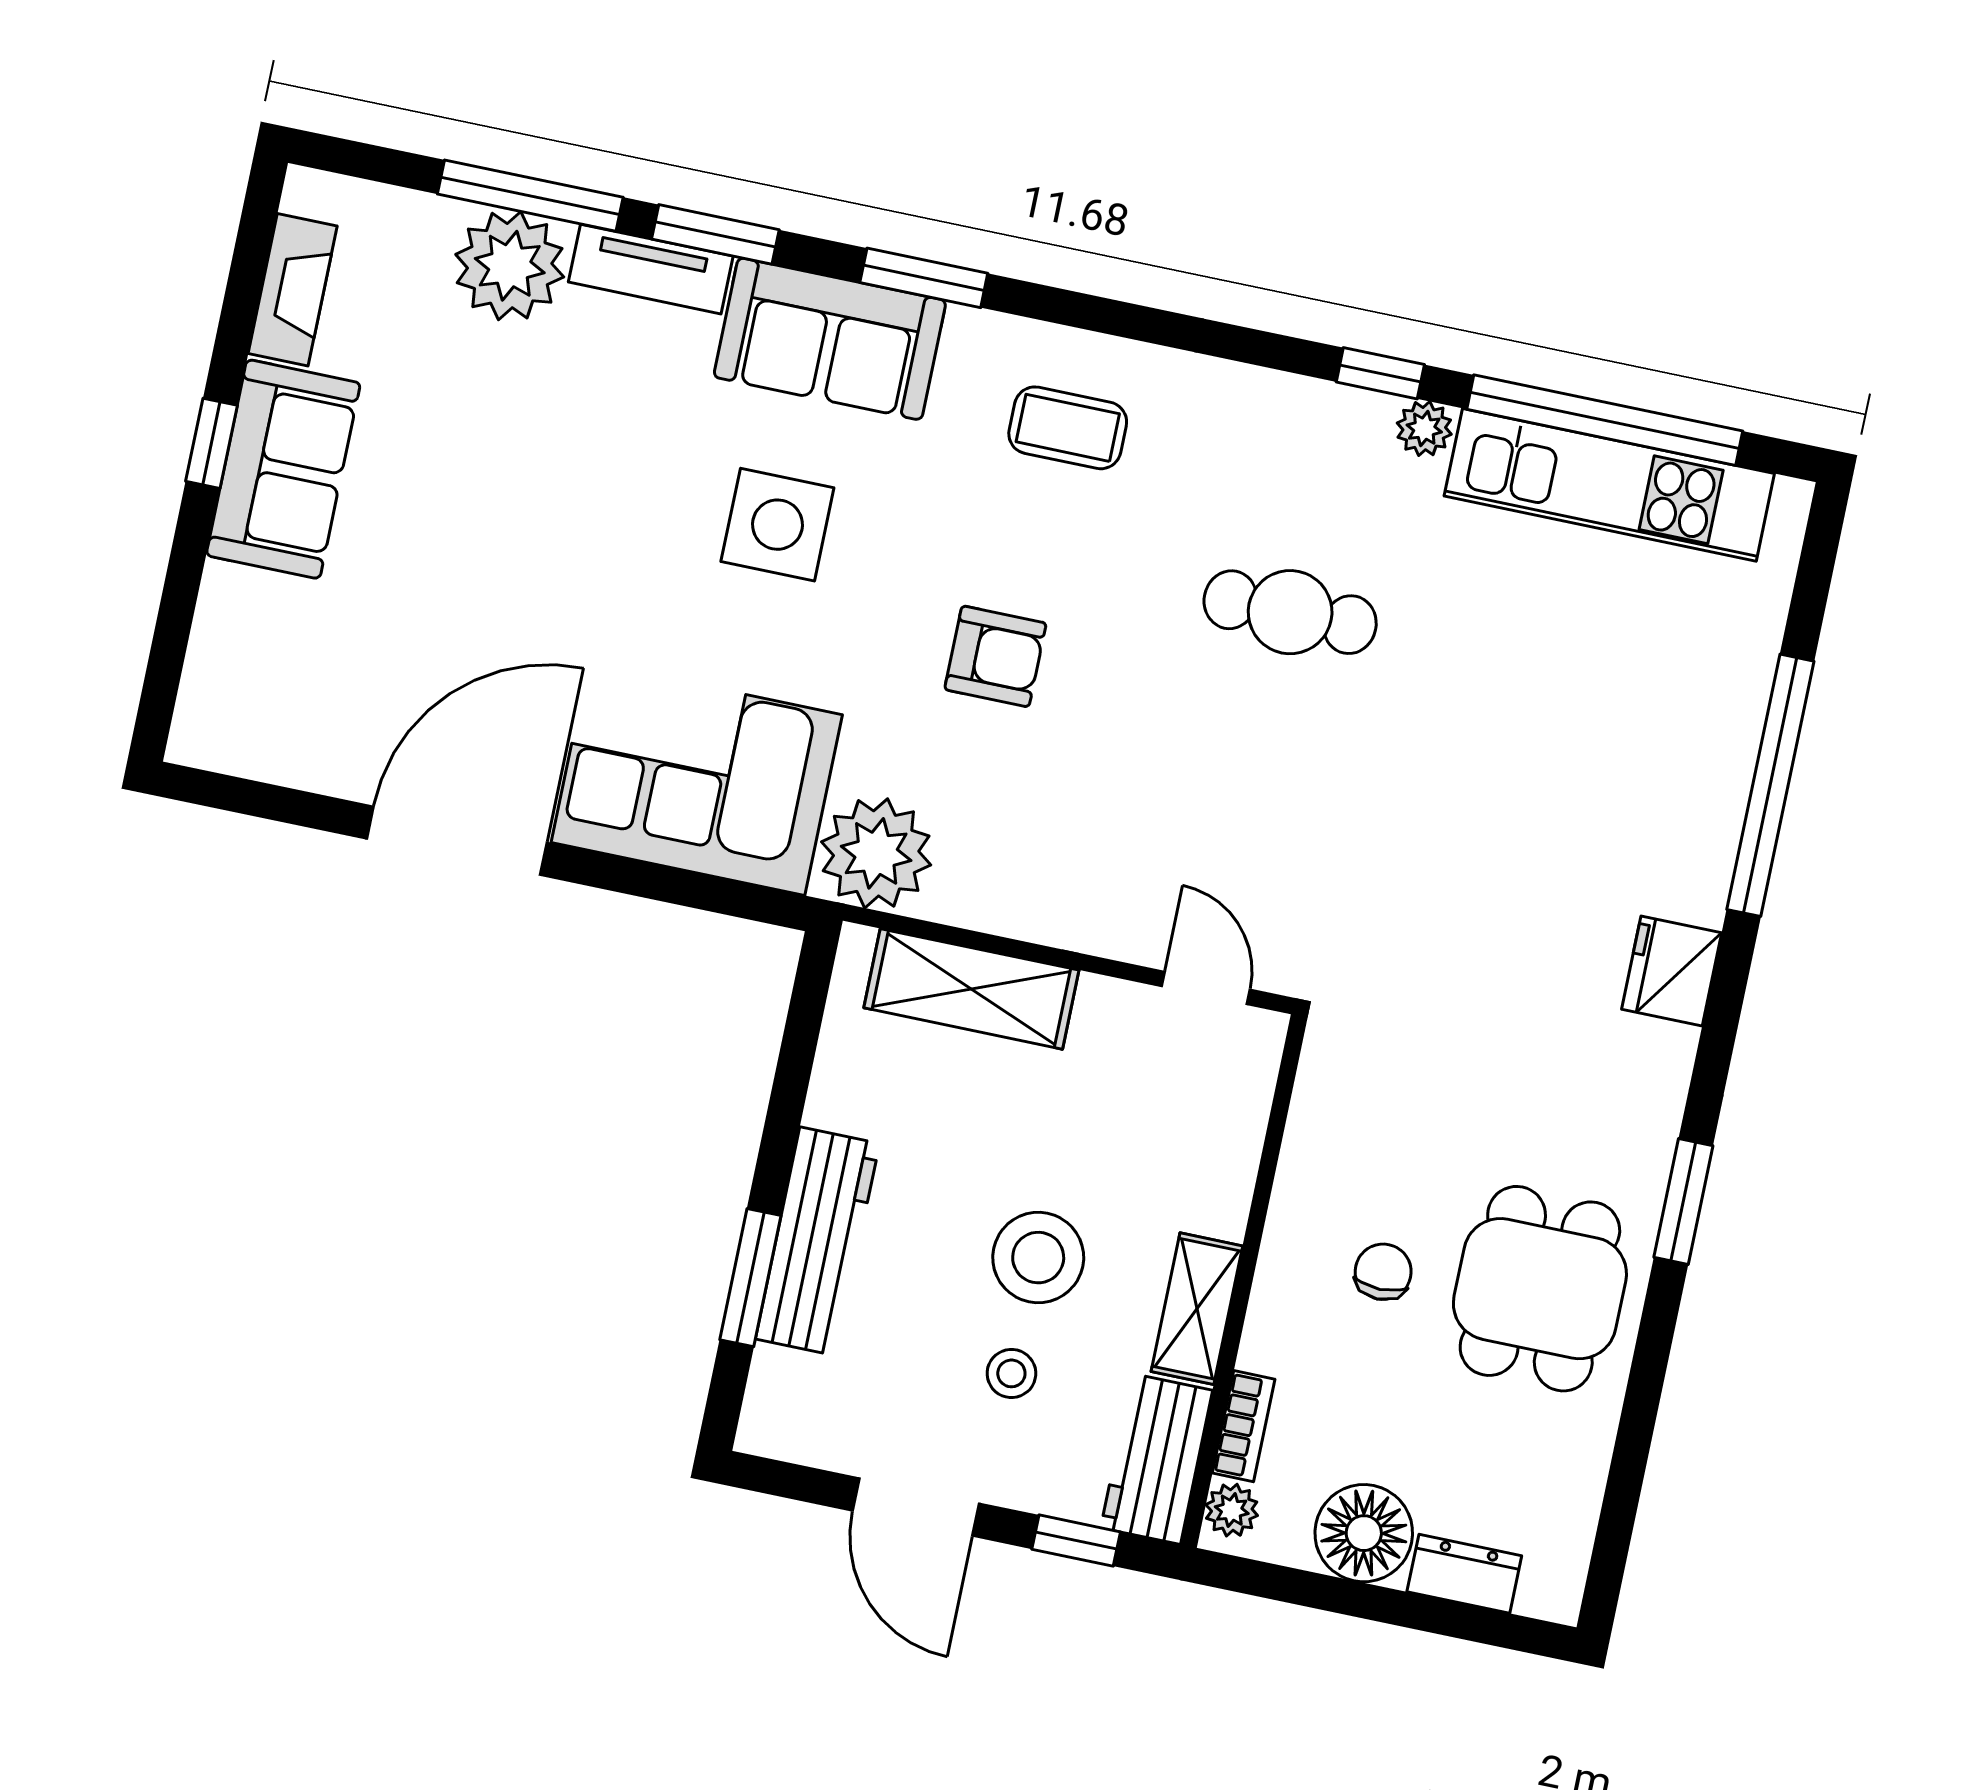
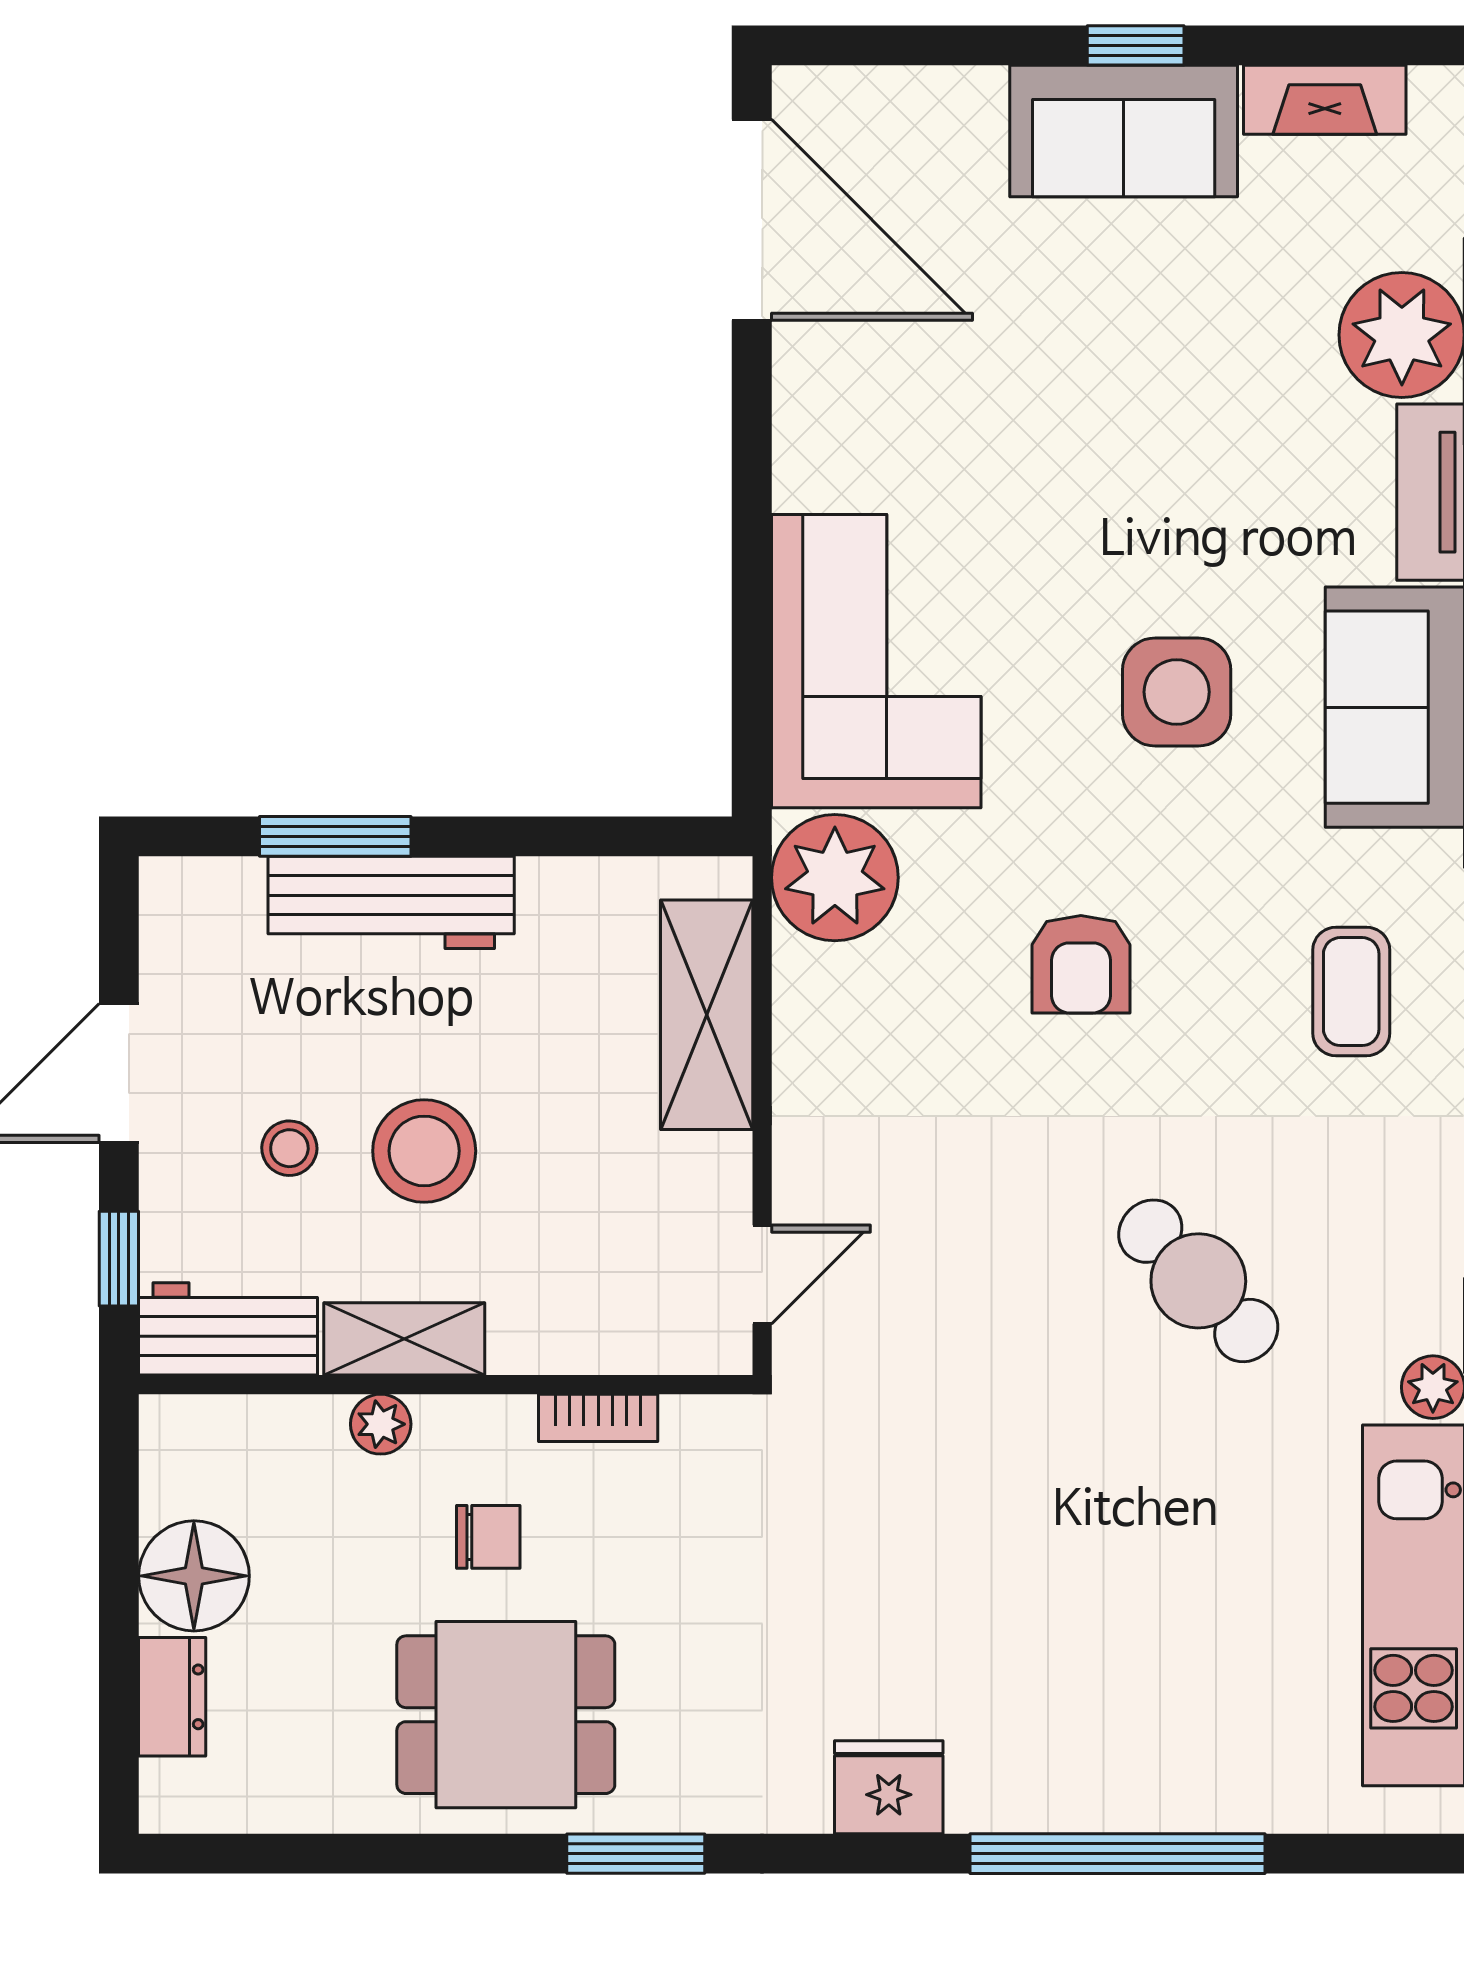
cafe table: (1290, 612) -> (1198, 1281), turned -44
door: (457, 841) -> (752, 220), moved
bookcase: (1244, 1426) -> (598, 1418), moved
plant: (1232, 1510) -> (381, 1424), moved

